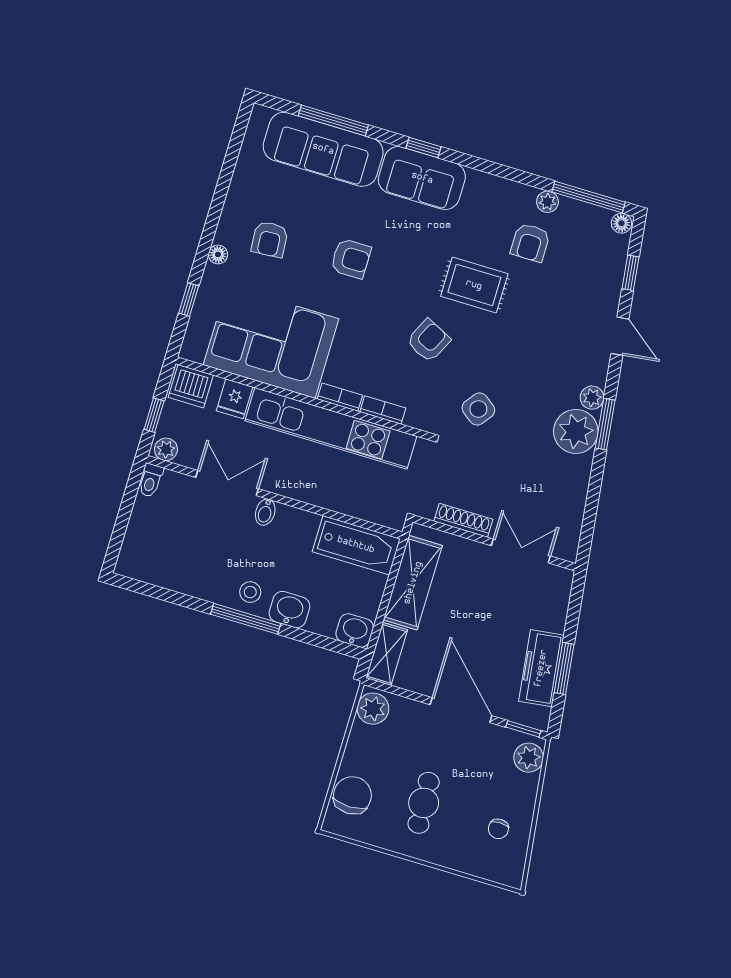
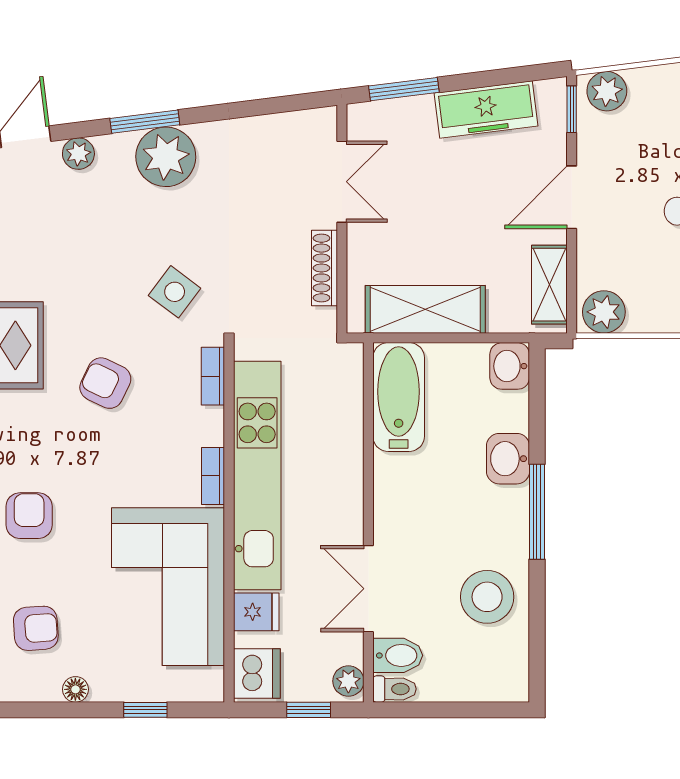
plant: (592, 398) -> (78, 154), moved
bookcase: (383, 410) -> (213, 376), moved
bidet: (265, 512) -> (398, 655), moved, width x1.38, depth x1.36
double door: (521, 551) -> (342, 182), swing flipped
stool: (250, 592) -> (487, 597), moved, width x1.89, depth x1.89
shelving: (387, 654) -> (549, 285), moved, turned 90
window: (564, 668) -> (404, 89), moved
door: (461, 710) -> (572, 197), width x0.73

